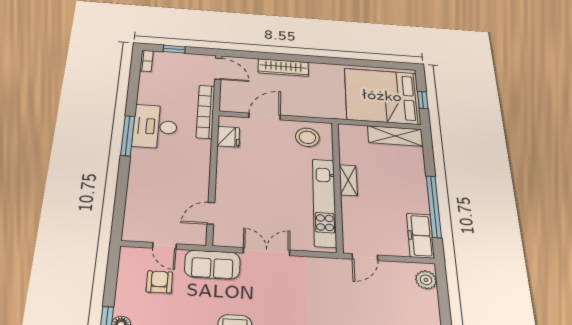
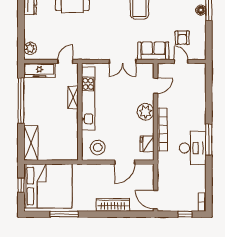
window: (356, 63) -> (64, 214), added
bookcase: (206, 112) -> (162, 129), moved
shelving: (395, 136) -> (31, 143), moved, turned 90
plant: (229, 179) -> (146, 112), added
shelving: (348, 180) -> (73, 97), moved
freezer: (420, 236) -> (39, 70), moved, turned 90

